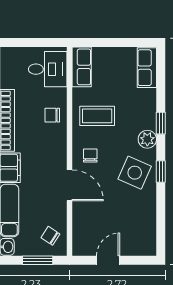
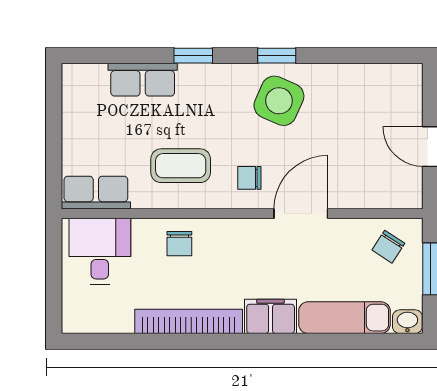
row of seats: (147, 68) -> (143, 80), moved
coffee table: (97, 116) -> (181, 166), turned 90
plant: (147, 139) -> (221, 79), removed

